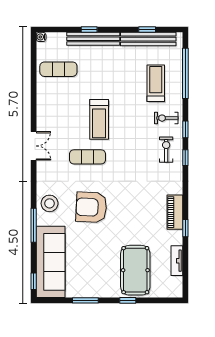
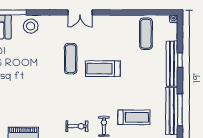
window: (147, 30) -> (180, 110), width x2.17
armchair: (91, 207) -> (27, 62), removed

